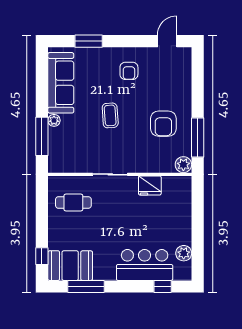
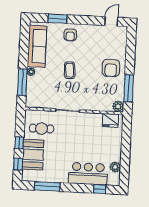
armchair: (129, 71) -> (70, 35), moved
armchair: (163, 124) -> (111, 68), moved
fridge: (150, 185) -> (111, 120), moved
window: (42, 225) -> (19, 143), added
booth: (70, 266) -> (33, 155), moved, turned 90

